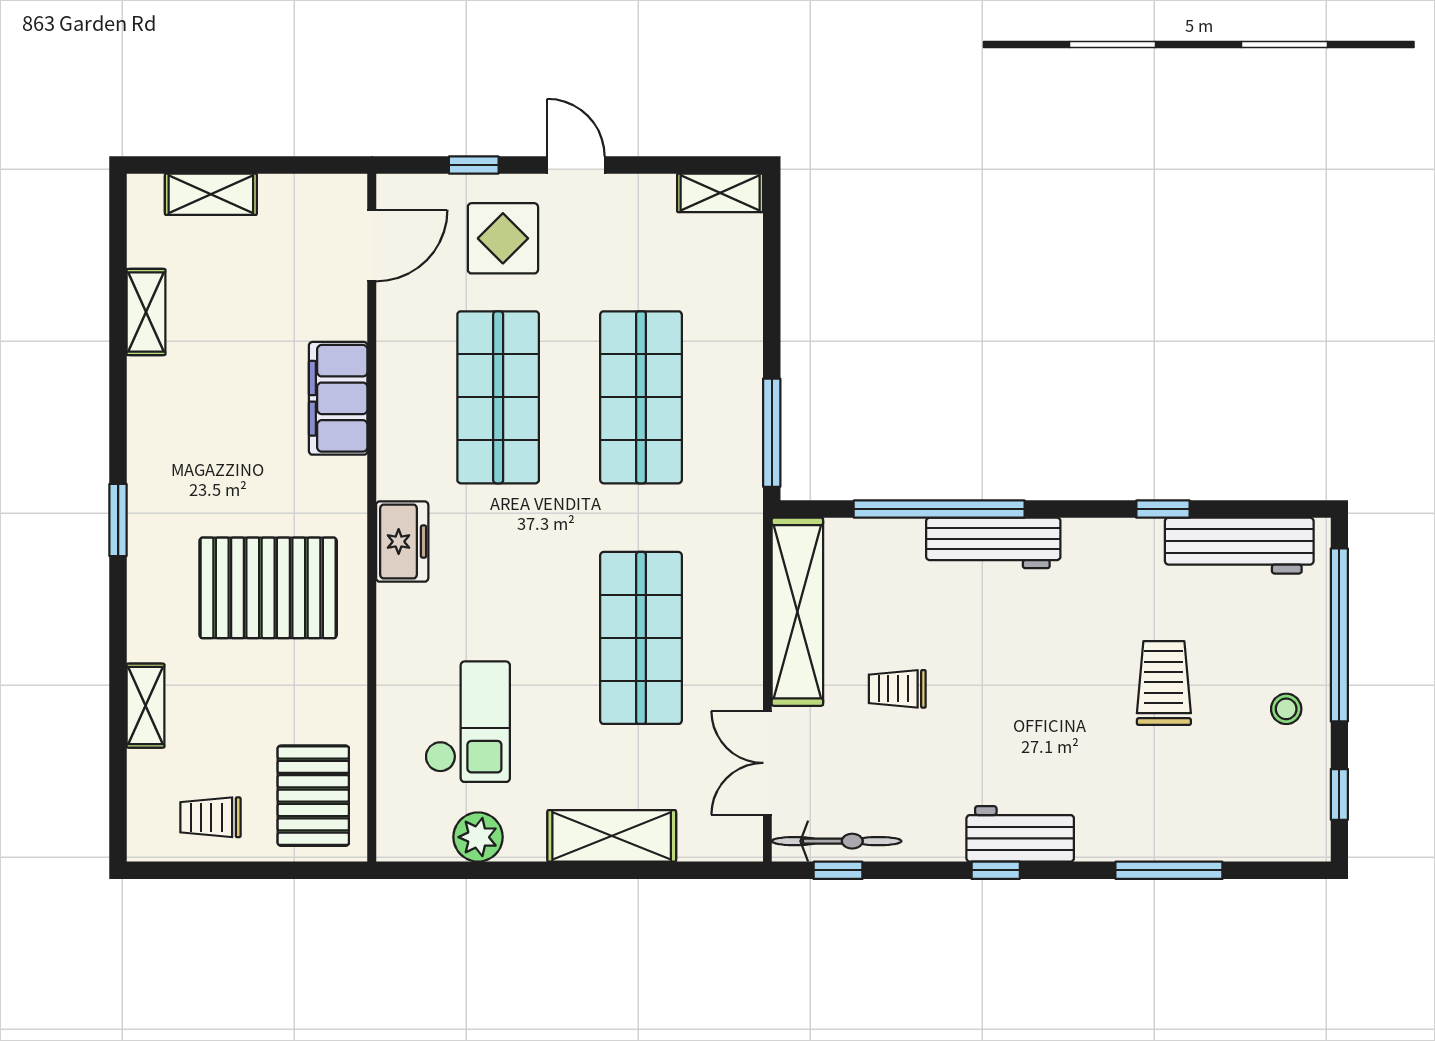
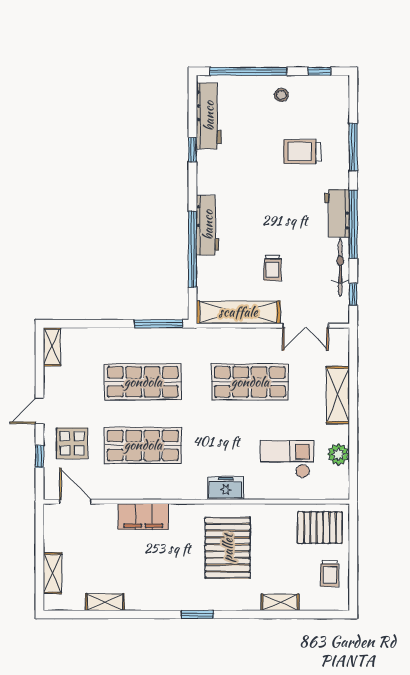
freezer: (402, 542) -> (226, 488), moved
trolley: (1164, 683) -> (302, 152), moved
bicycle: (837, 841) -> (340, 268), moved
window: (996, 870) -> (353, 224), width x3.17

